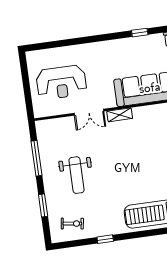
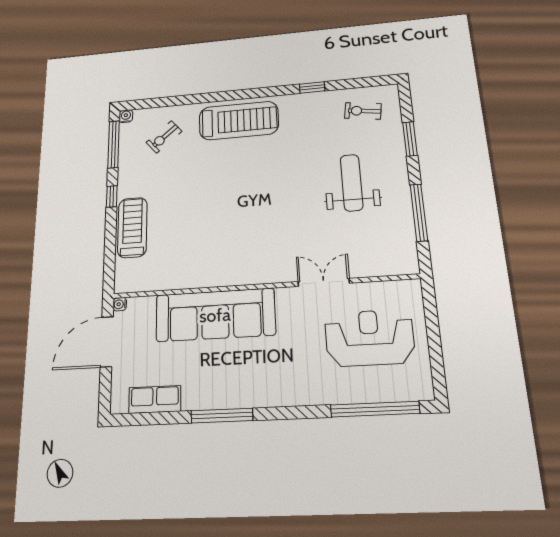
window: (140, 33) -> (222, 416), width x2.17
window: (57, 44) -> (375, 409), added
shelving: (120, 115) -> (271, 275), removed

